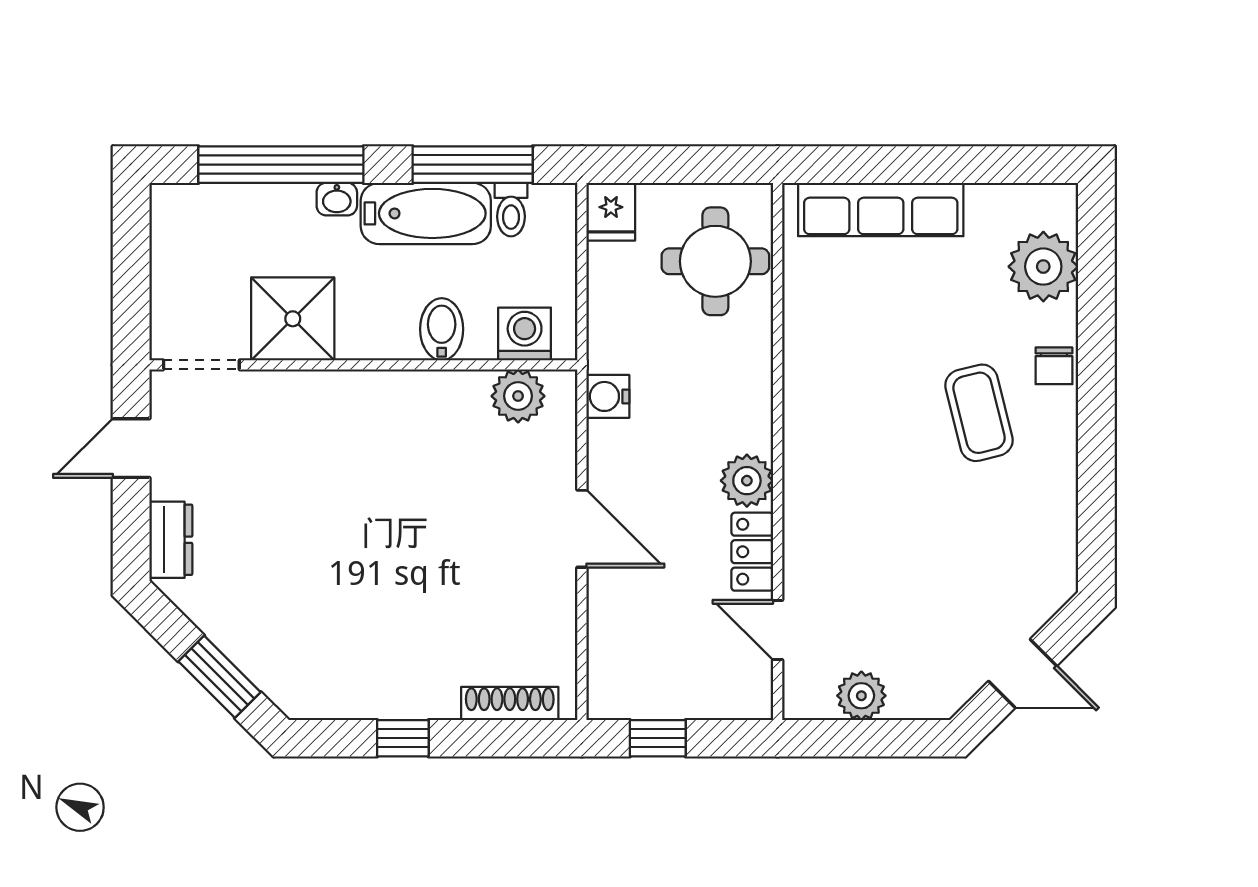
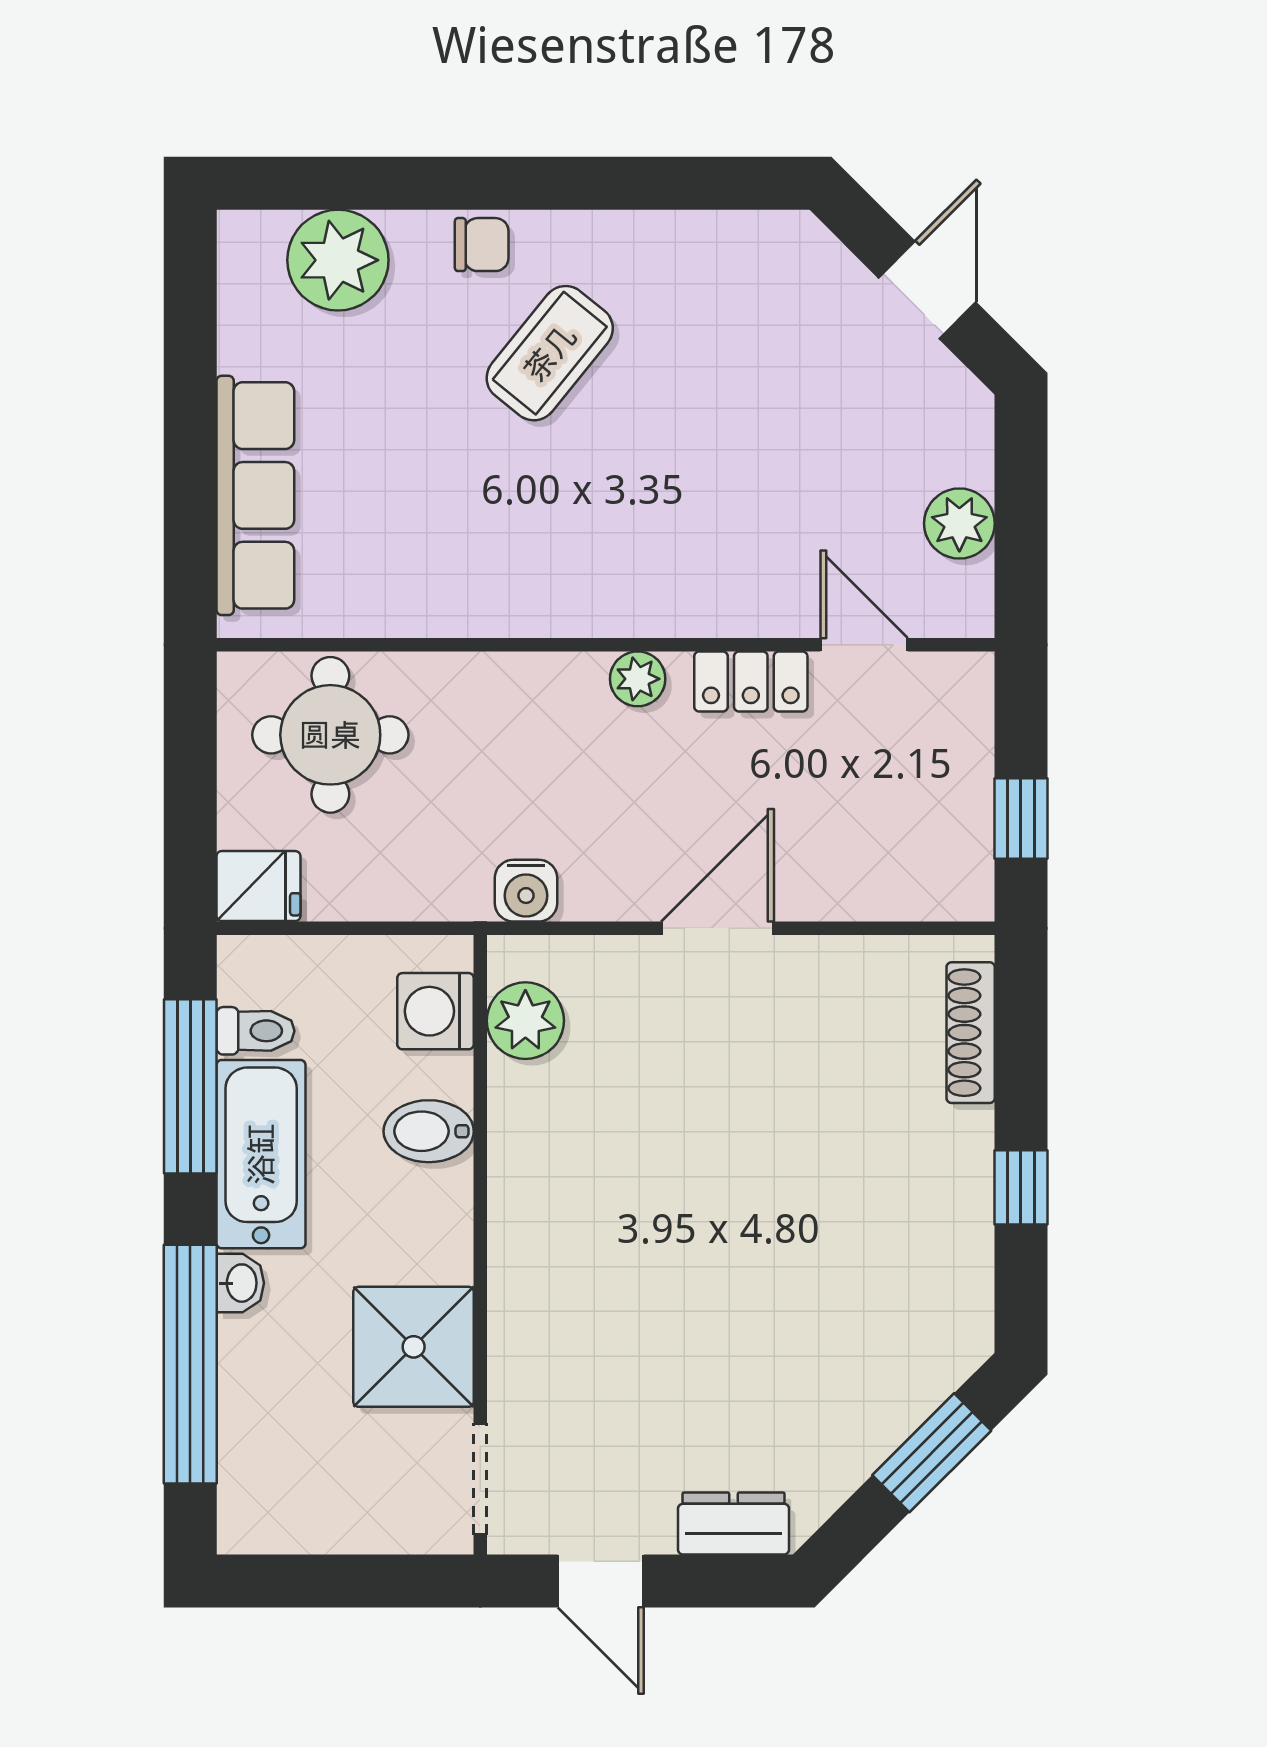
coffee table: (979, 413) -> (550, 353), turned -37
plant: (747, 481) -> (638, 679), width x0.73, depth x0.73
door: (778, 630) -> (864, 645), swing flipped

